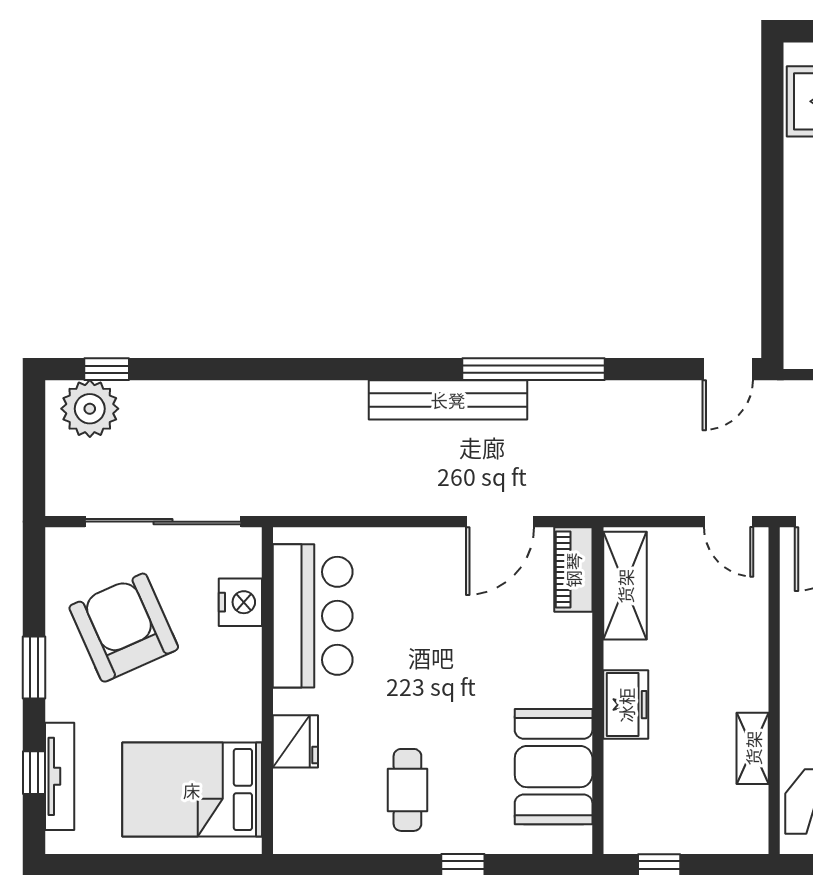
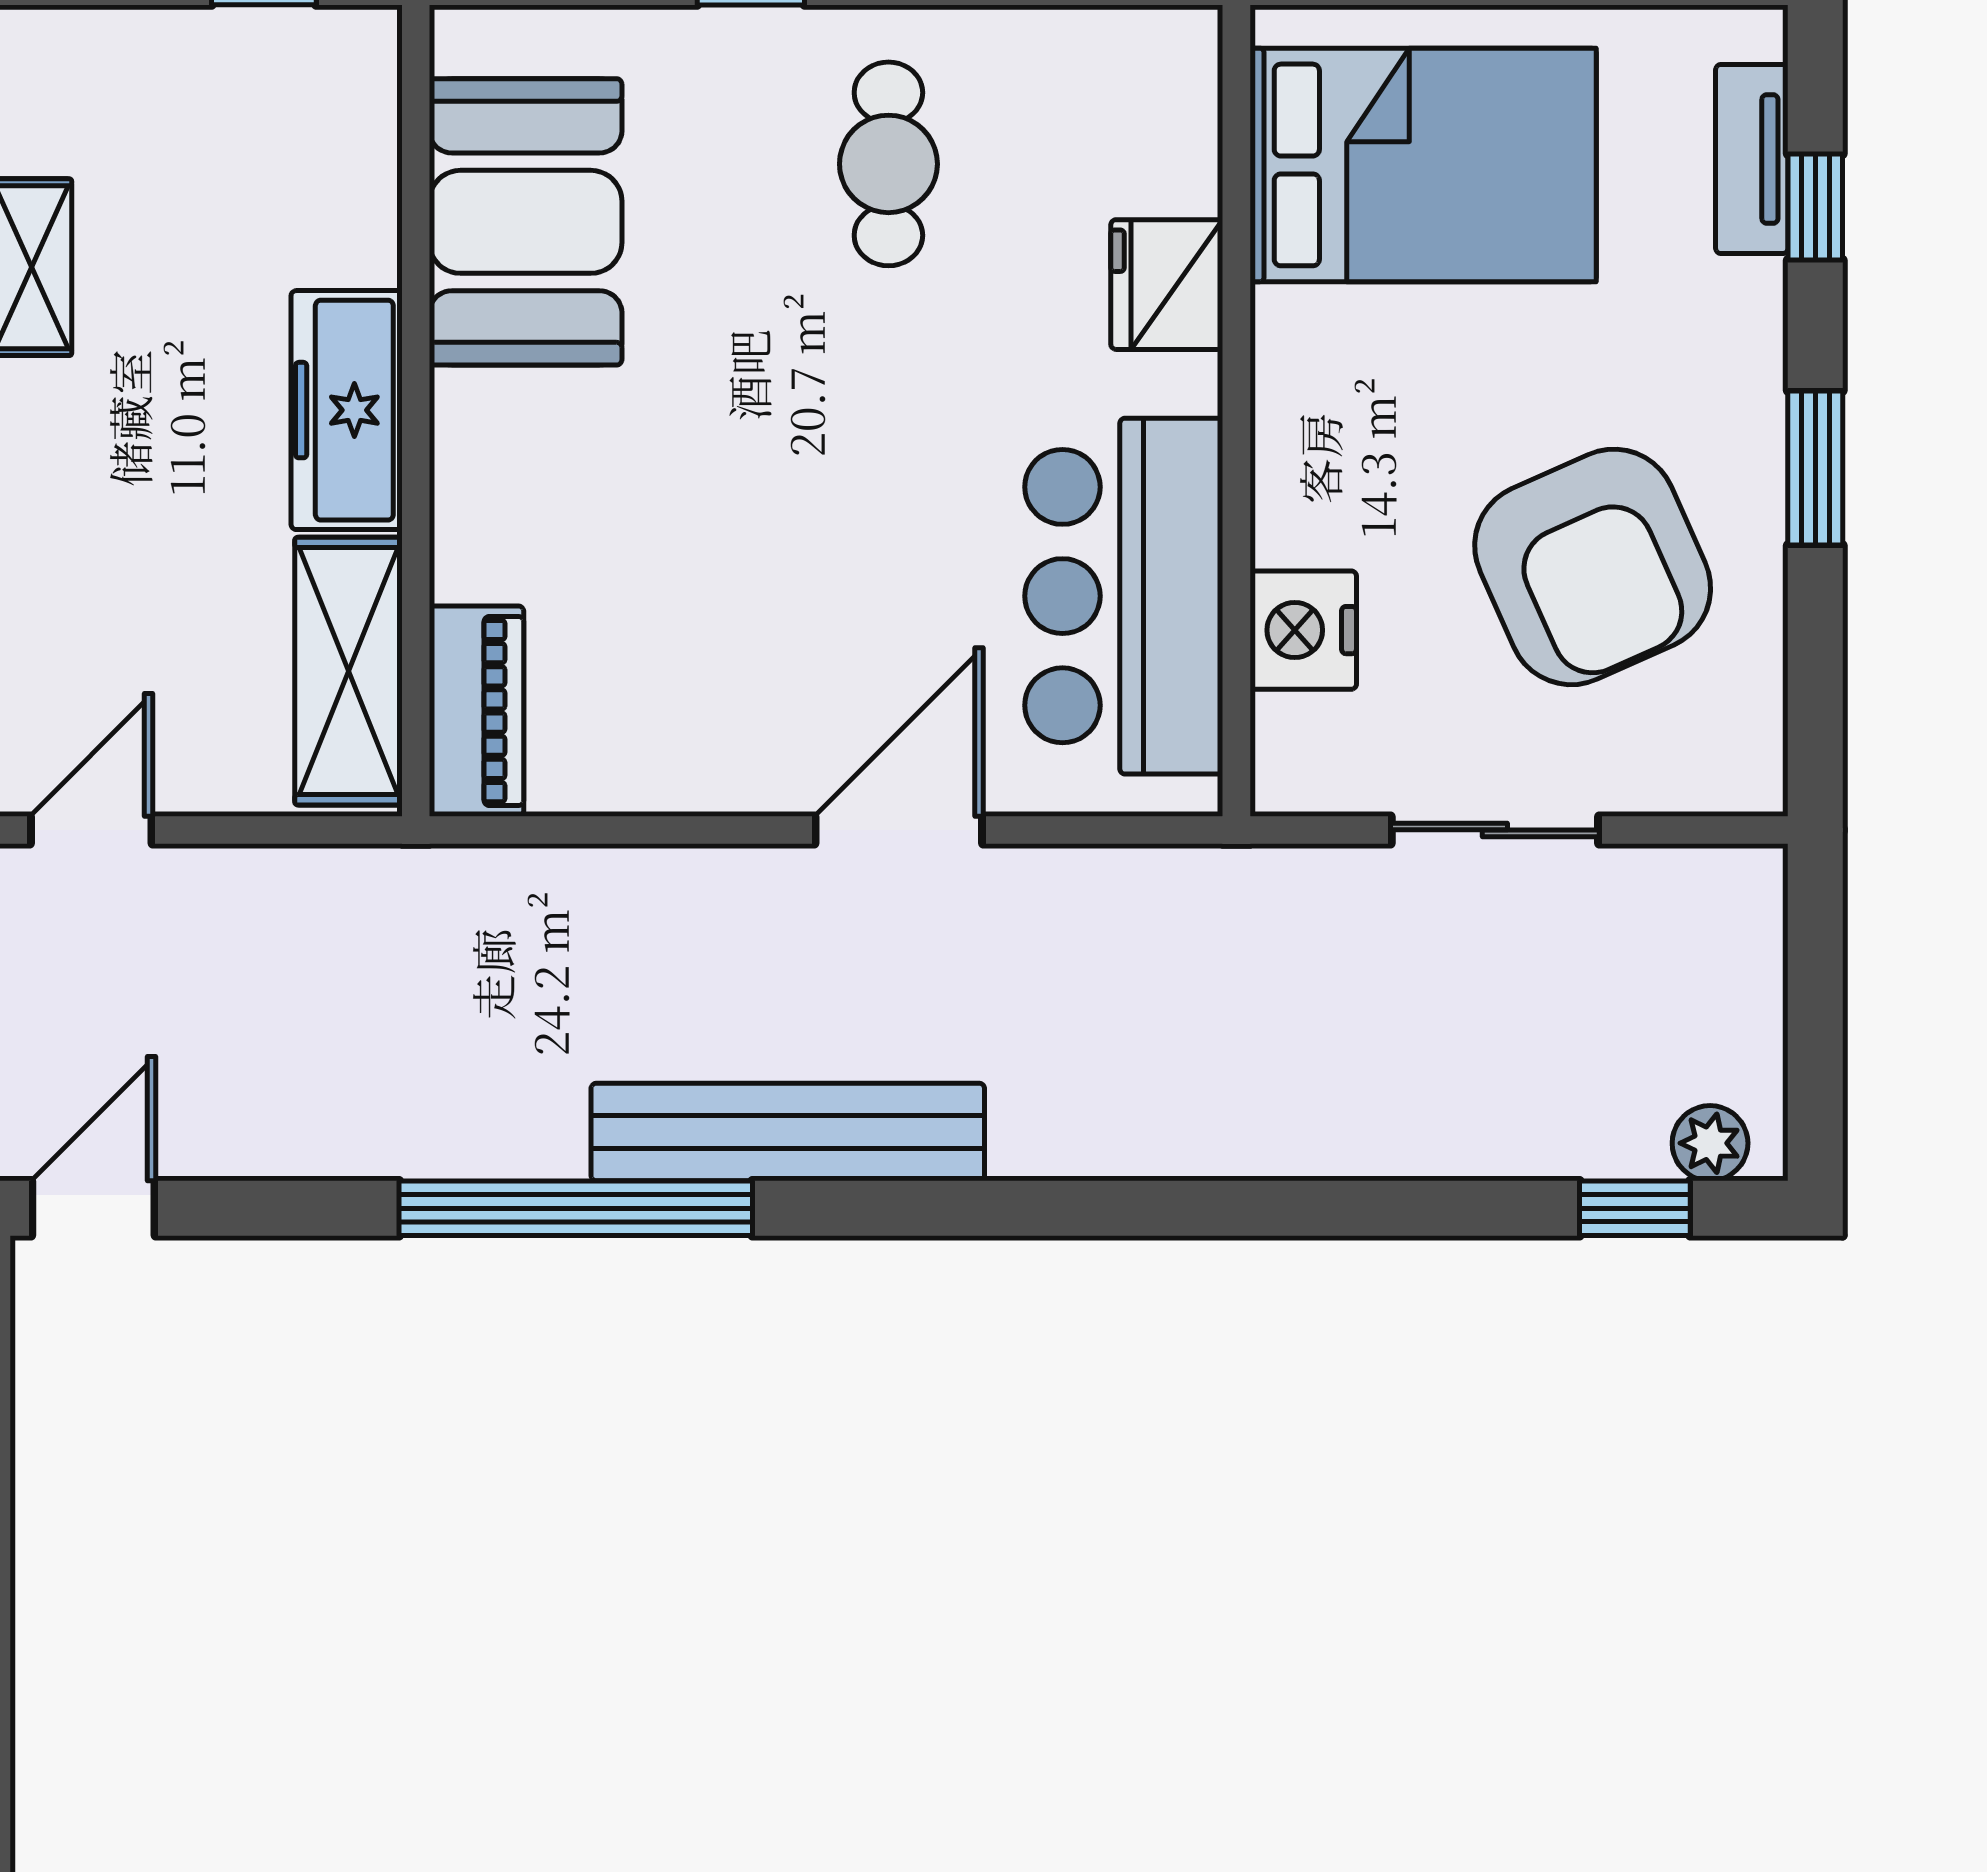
plant: (90, 409) -> (1710, 1143), width x0.53, depth x0.53
sliding door: (163, 522) -> (1495, 830), width x0.54
door: (500, 522) -> (899, 830), moved
door: (729, 522) -> (91, 830), hinge flipped
freezer: (626, 705) -> (347, 410), width x1.40
tv unit: (60, 776) -> (1752, 159), width x0.71

